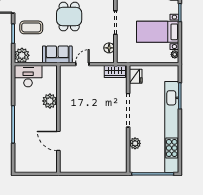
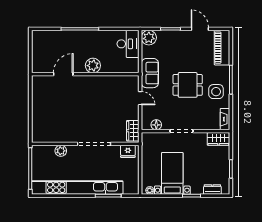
coffee table: (31, 27) -> (177, 47), removed
plant: (50, 101) -> (93, 66), moved

